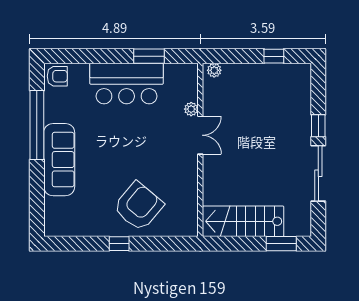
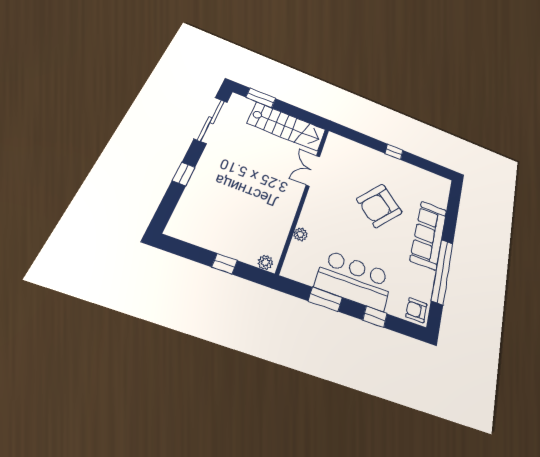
window: (97, 56) -> (375, 317), added
window: (274, 56) -> (225, 264), moved
double door: (200, 135) -> (313, 171), moved
sliding door: (318, 173) -> (211, 120), moved
armchair: (138, 206) -> (379, 206), moved

